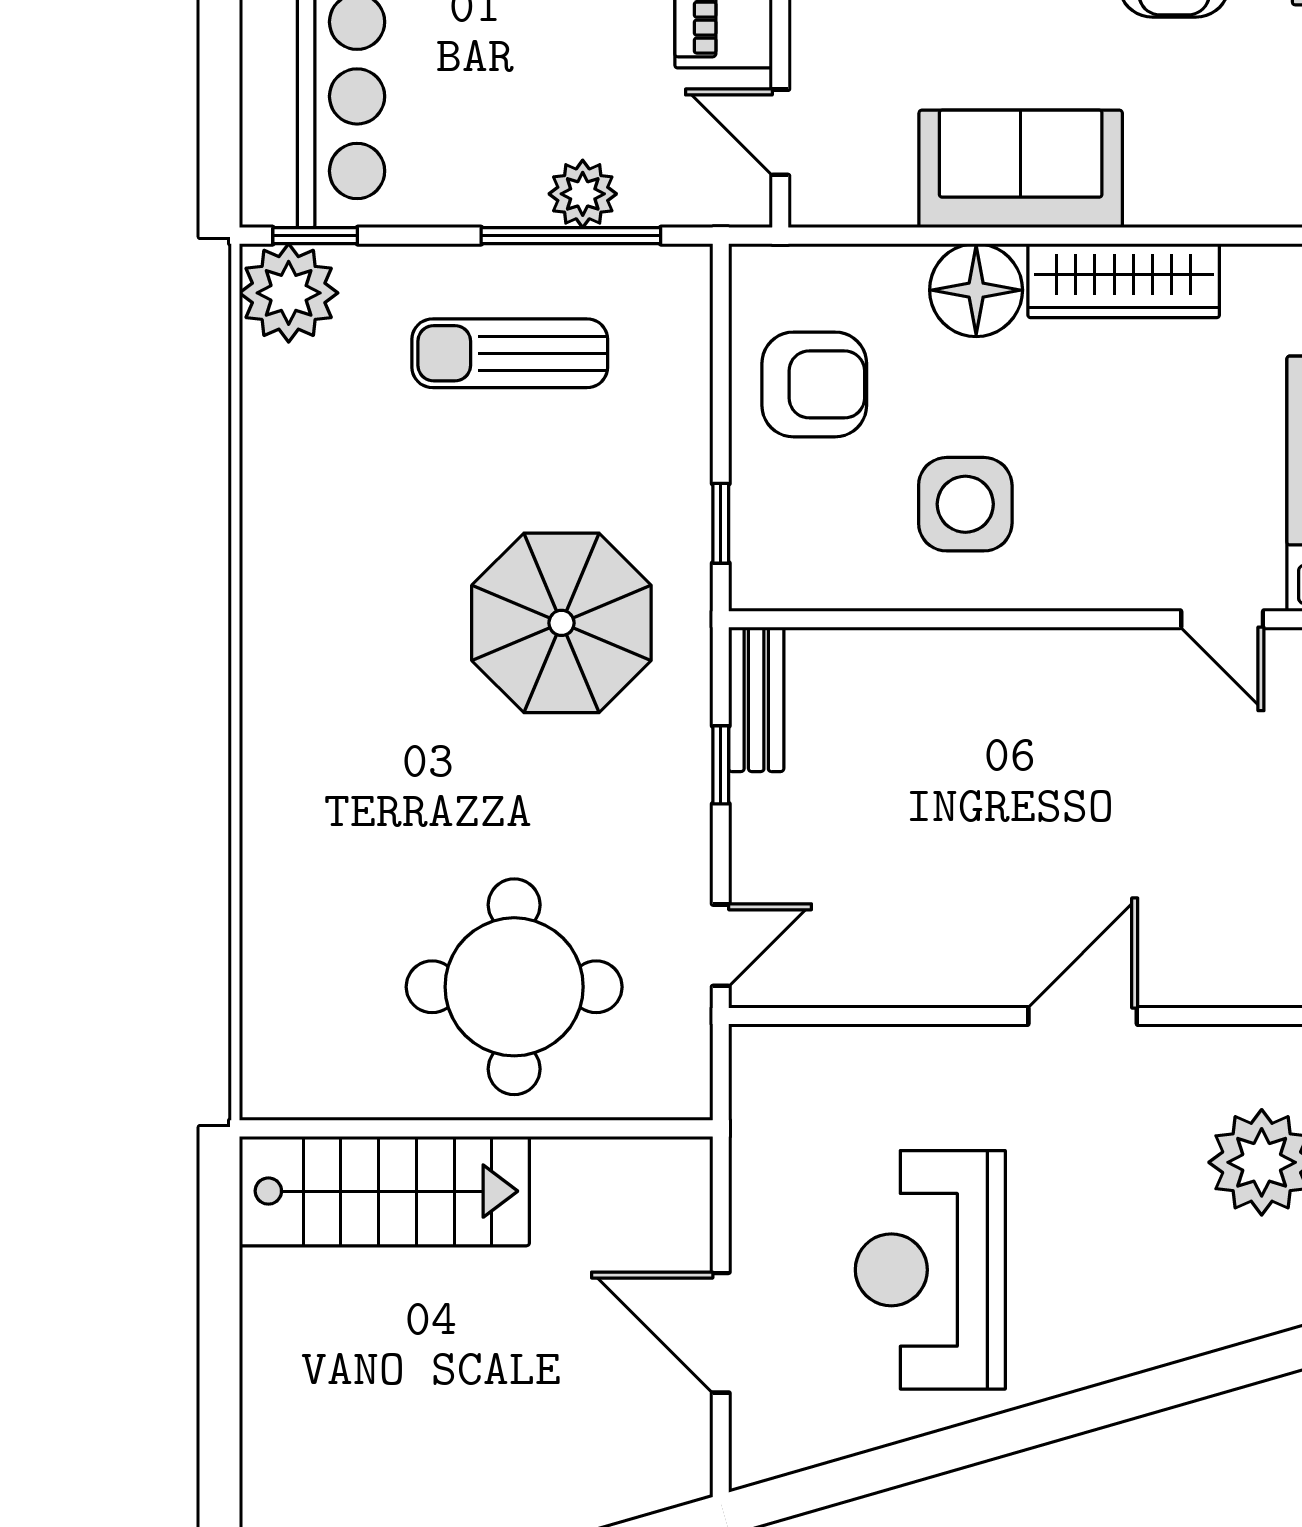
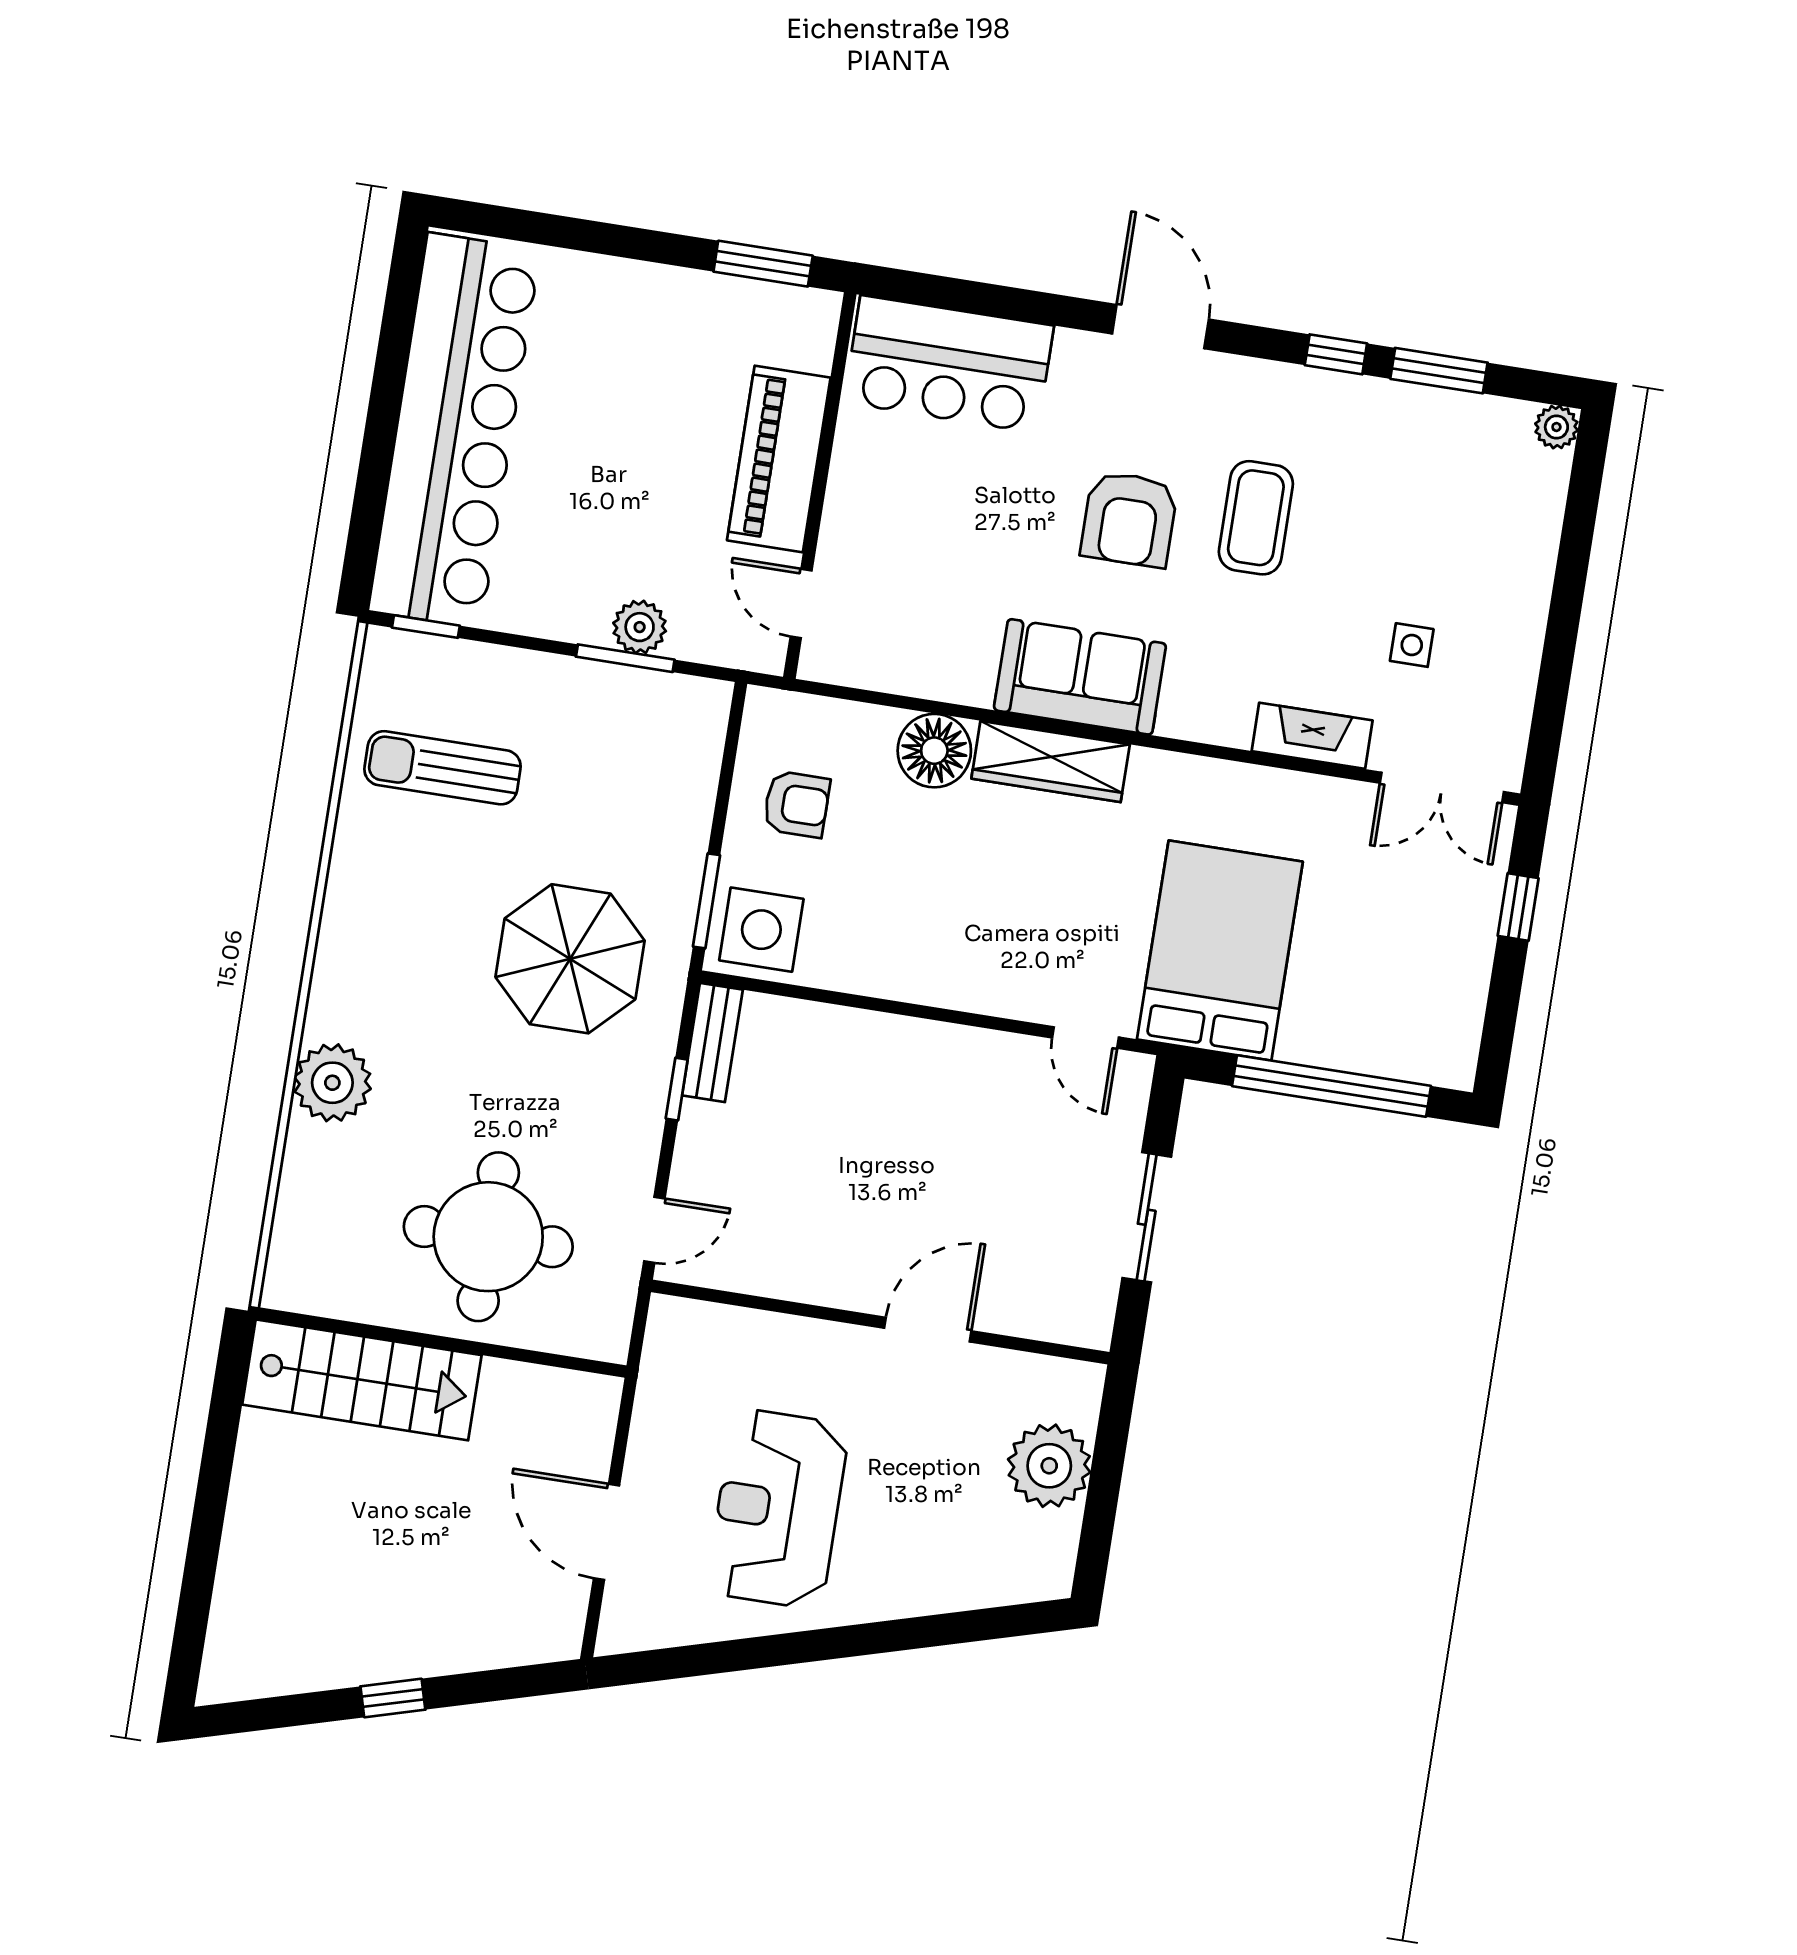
sofa: (1021, 169) -> (1080, 677), moved
window: (571, 236) -> (625, 658), width x0.69
plant: (289, 293) -> (332, 1083), moved
sun lounger: (510, 353) -> (442, 768), moved
armchair: (814, 384) -> (797, 804), width x0.72, depth x0.72
side table: (965, 504) -> (761, 930), moved
window: (721, 523) -> (706, 901), width x1.50

